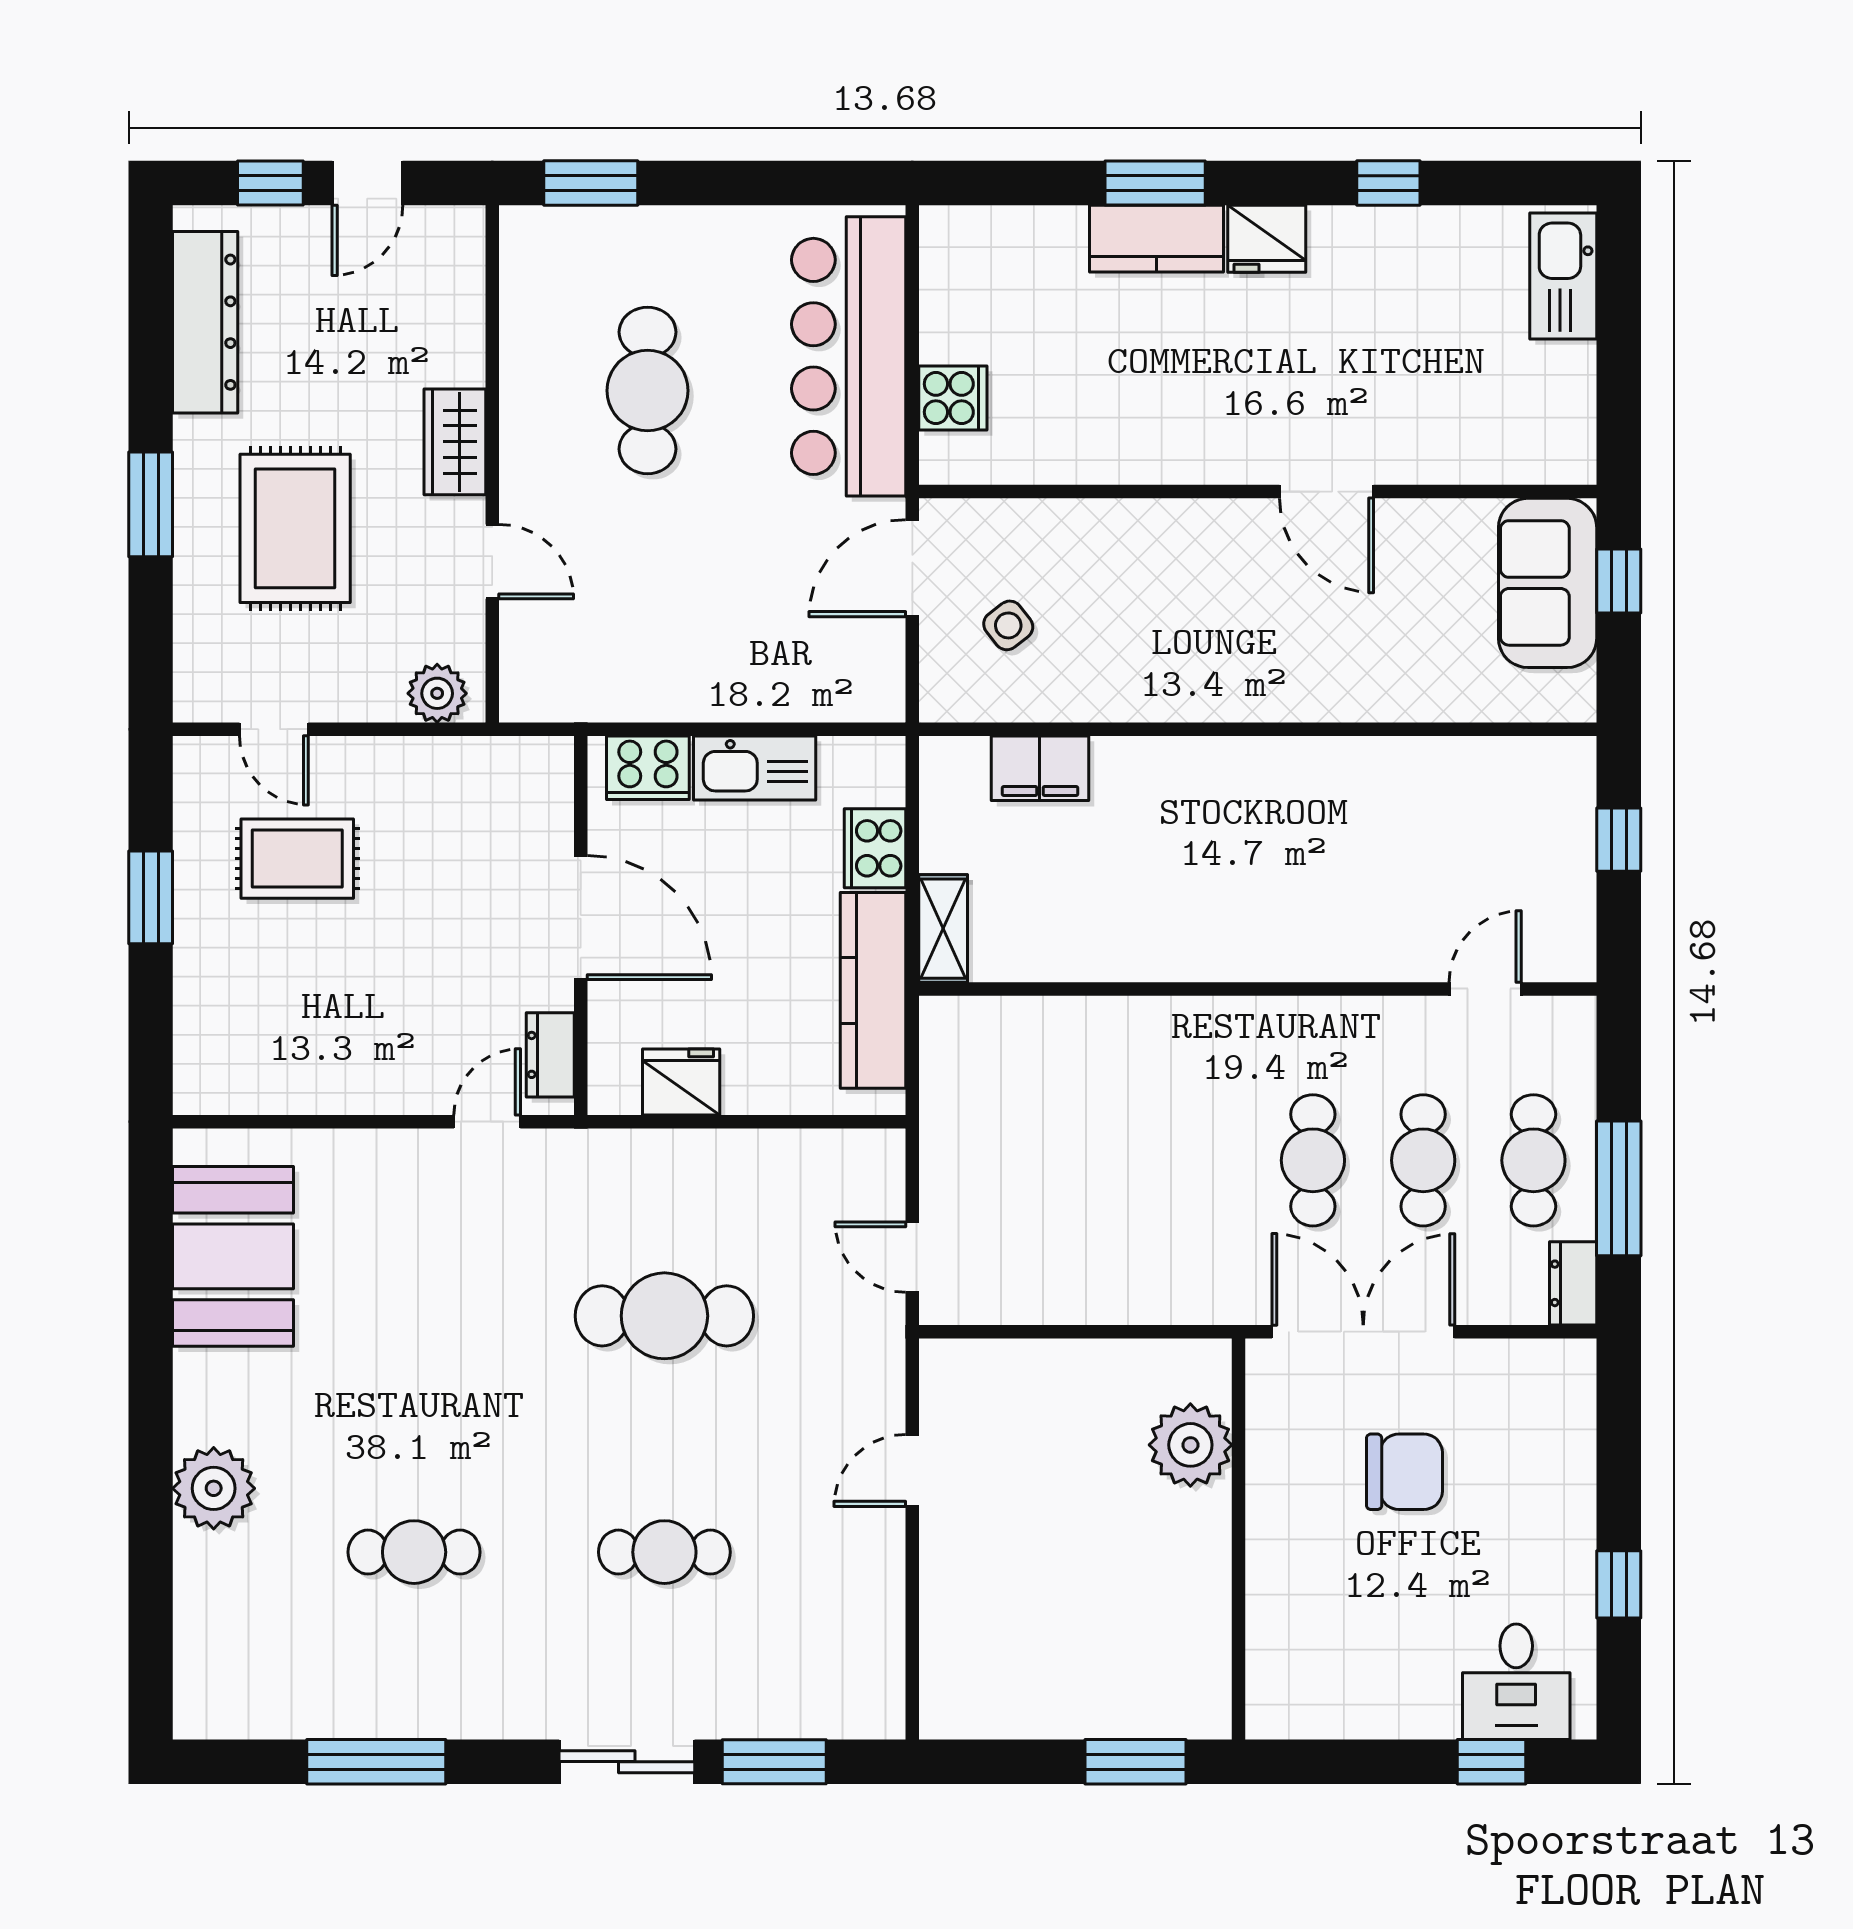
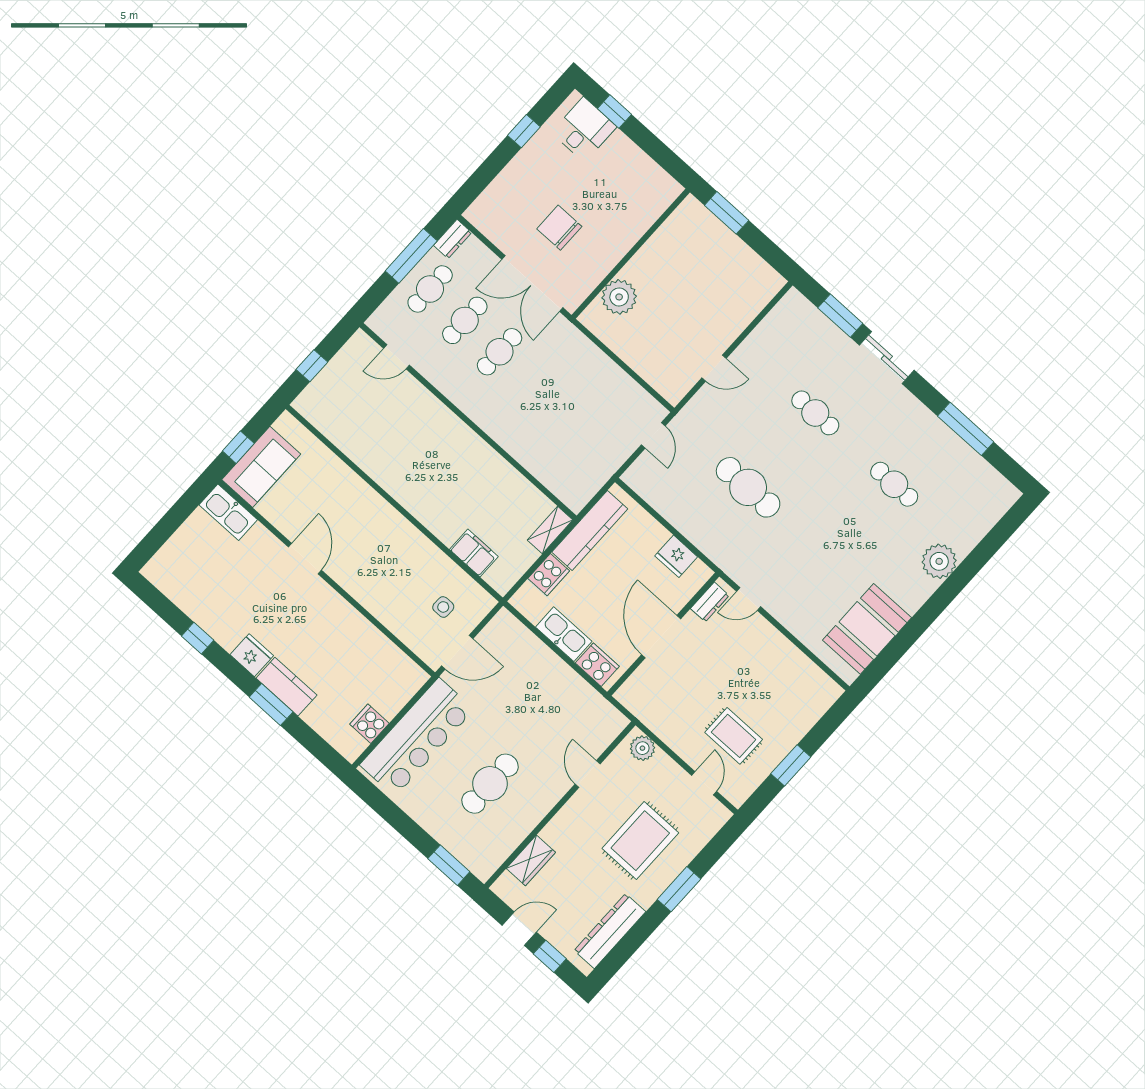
kitchen sink: (1563, 276) -> (228, 512), moved, turned 90
cooker: (953, 398) -> (369, 724), moved
wardrobe: (455, 442) -> (531, 860), moved
side table: (1008, 625) -> (443, 607), turned 38

